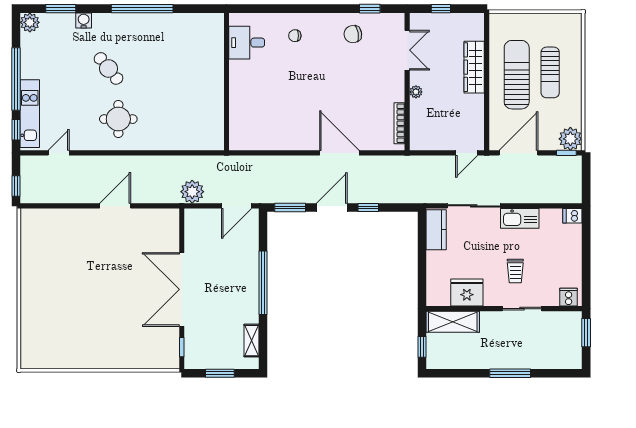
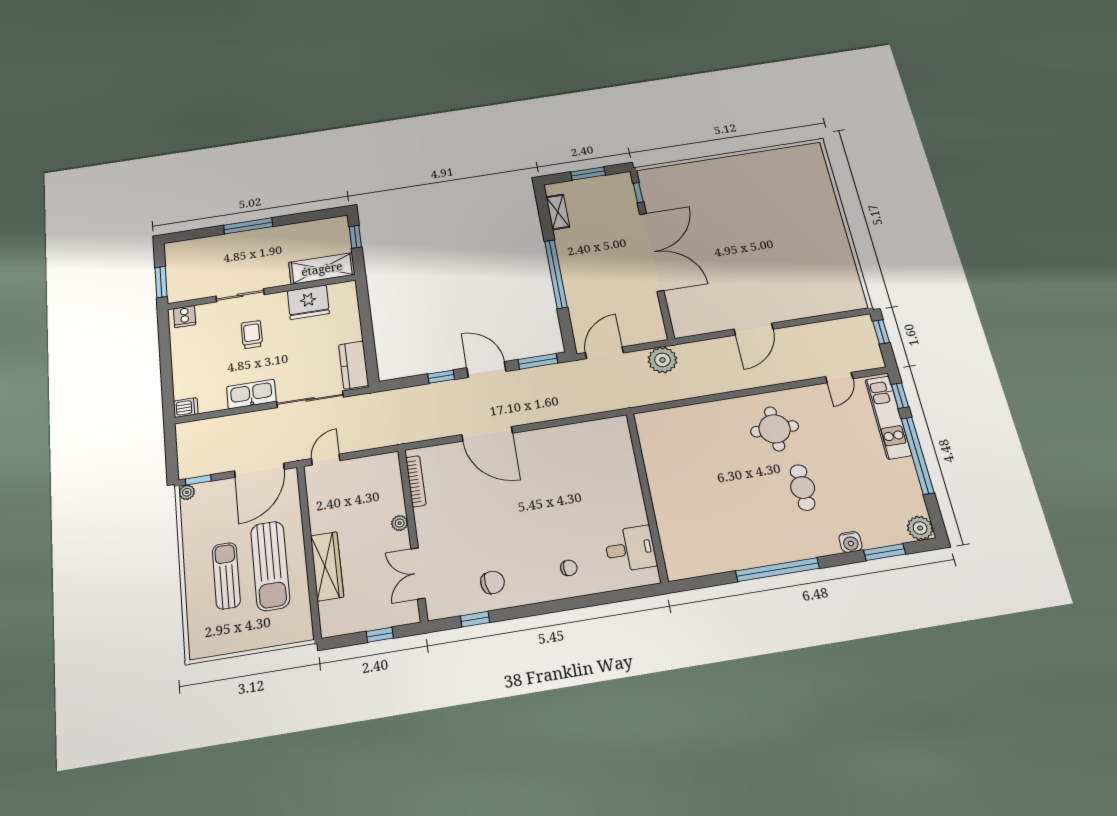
cafe table: (109, 68) -> (803, 488), turned 39
plant: (570, 139) -> (187, 492), width x0.53, depth x0.53
door: (332, 208) -> (486, 370), swing flipped

